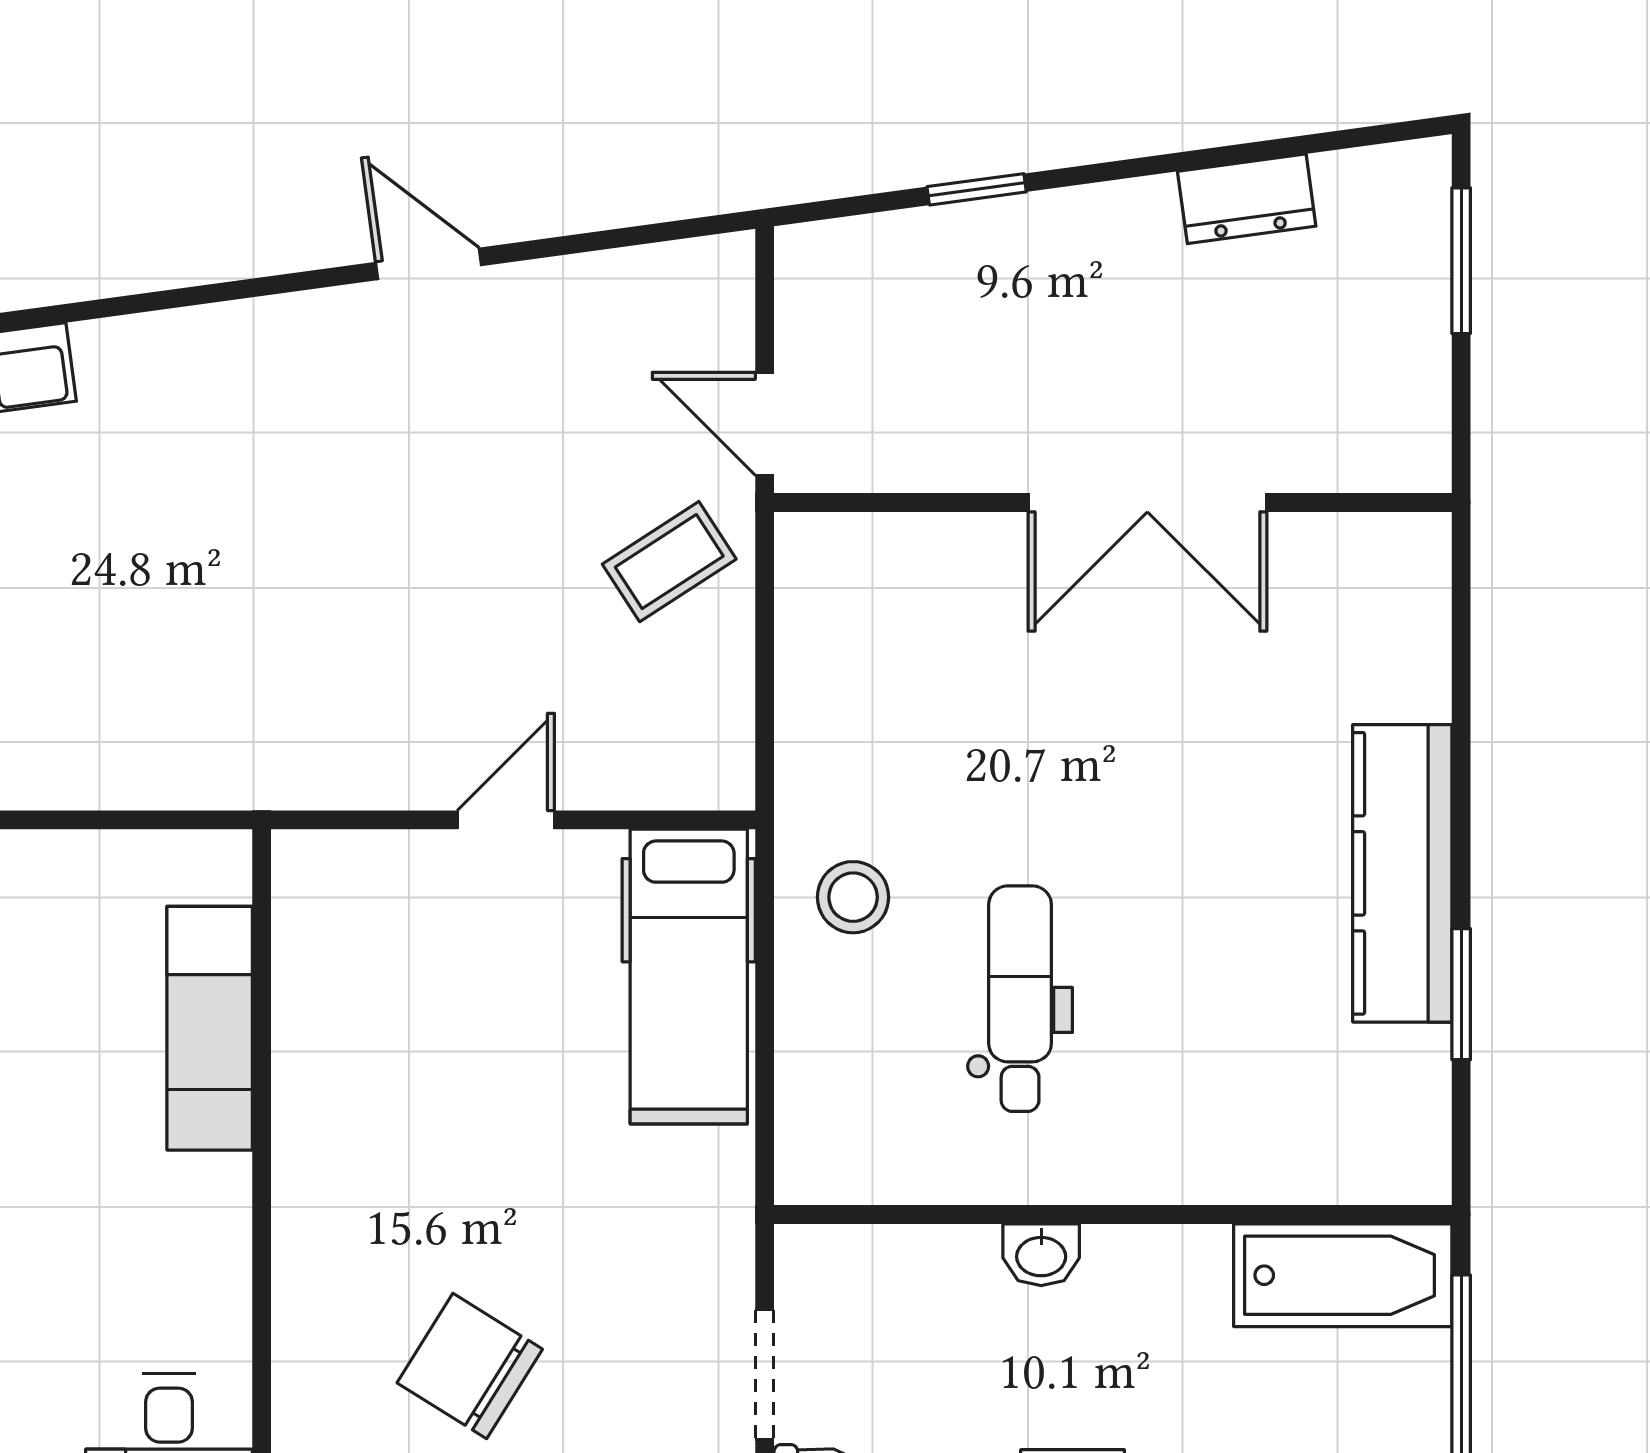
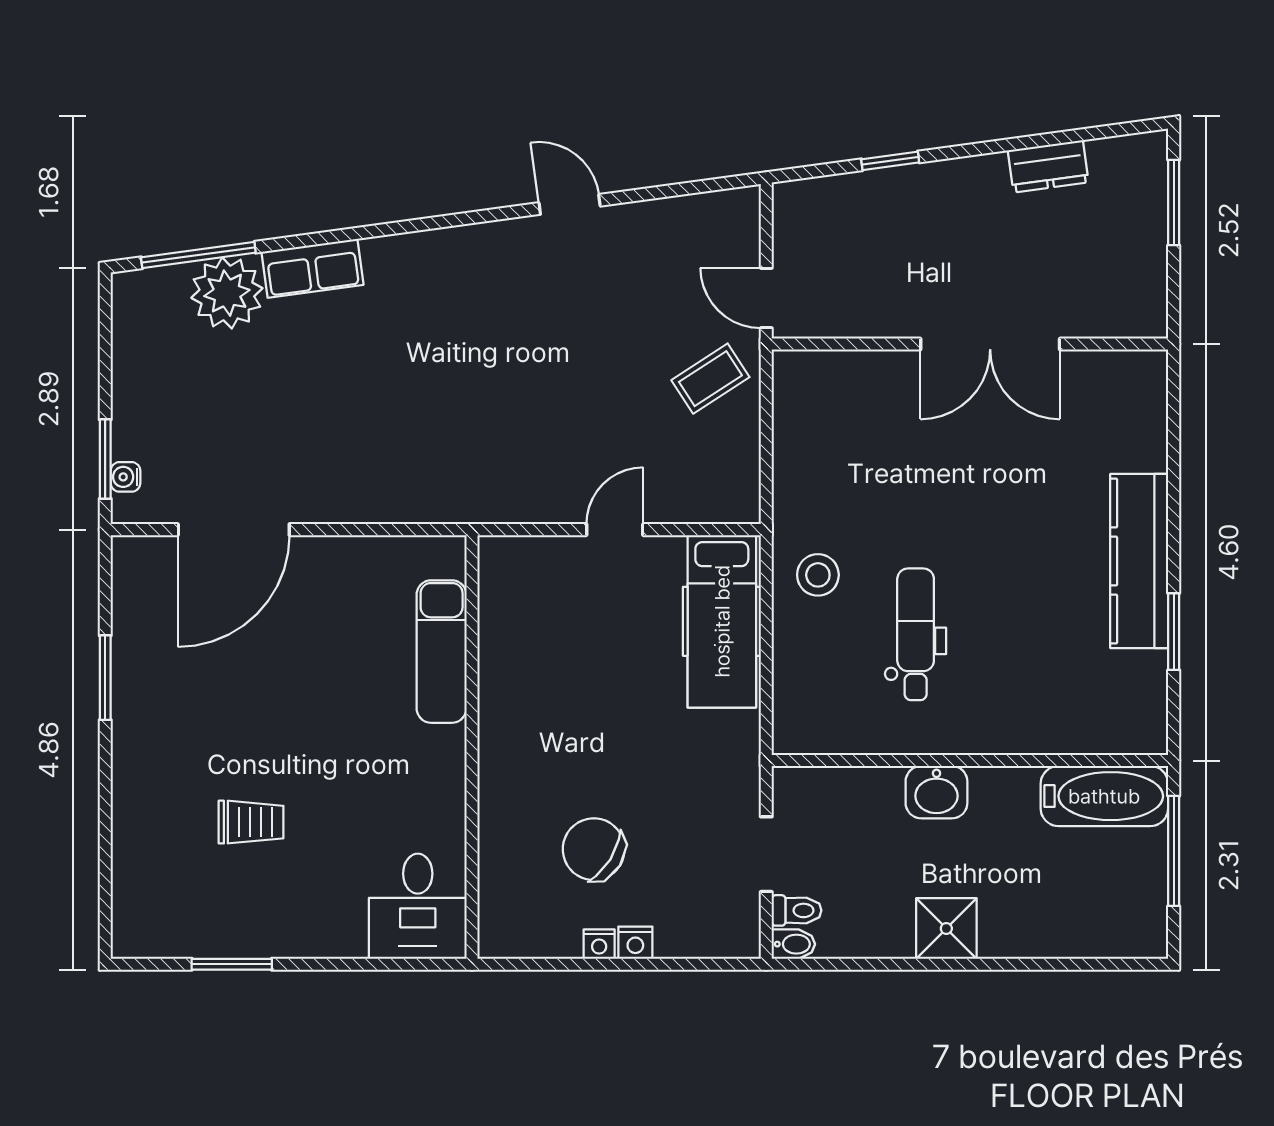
washbasin: (1041, 1255) -> (936, 792), width x1.38, depth x1.45

